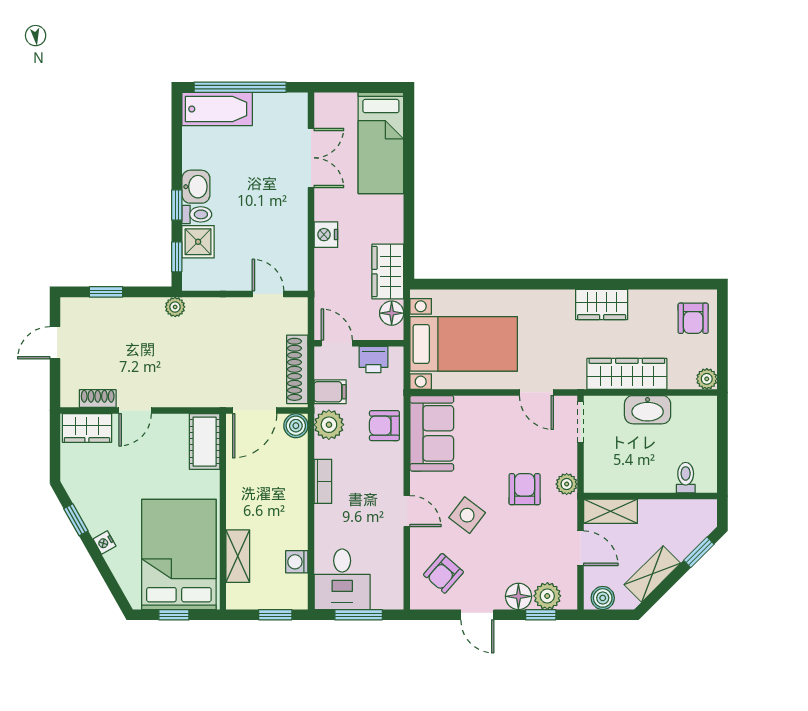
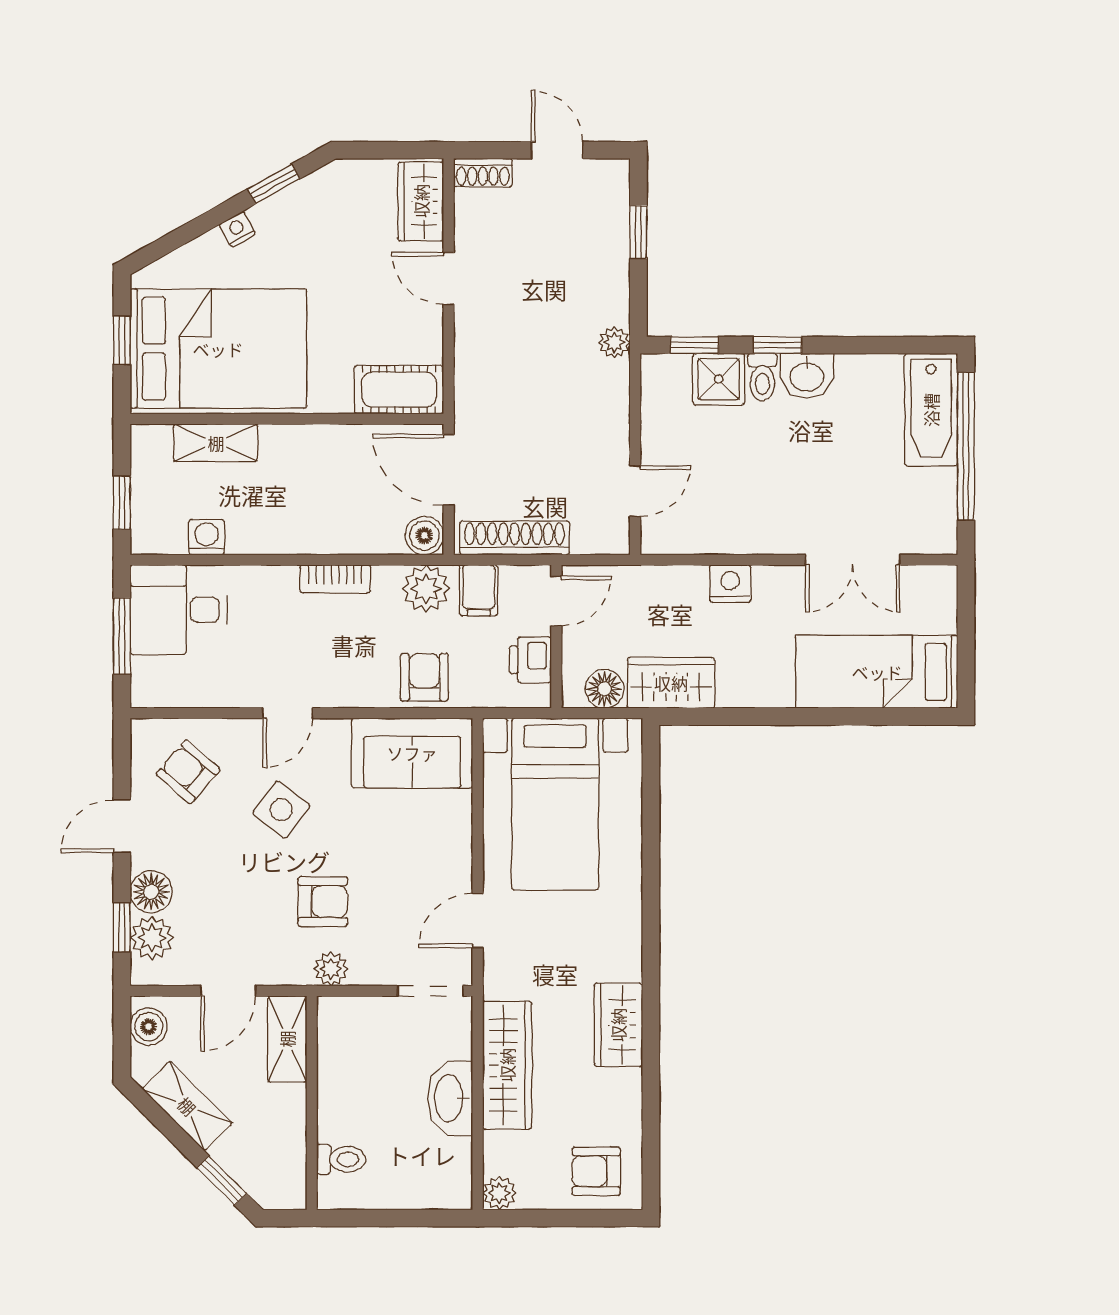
shoe rack: (98, 399) -> (483, 173), moved, turned 90

